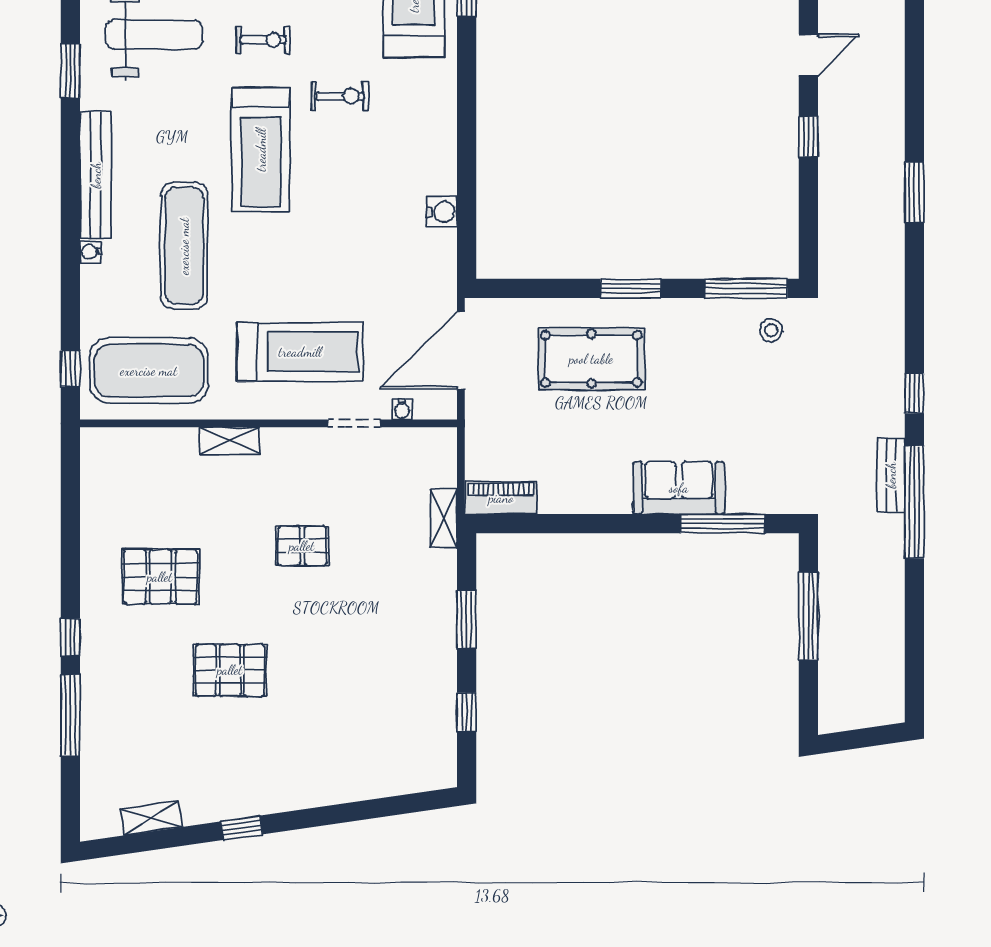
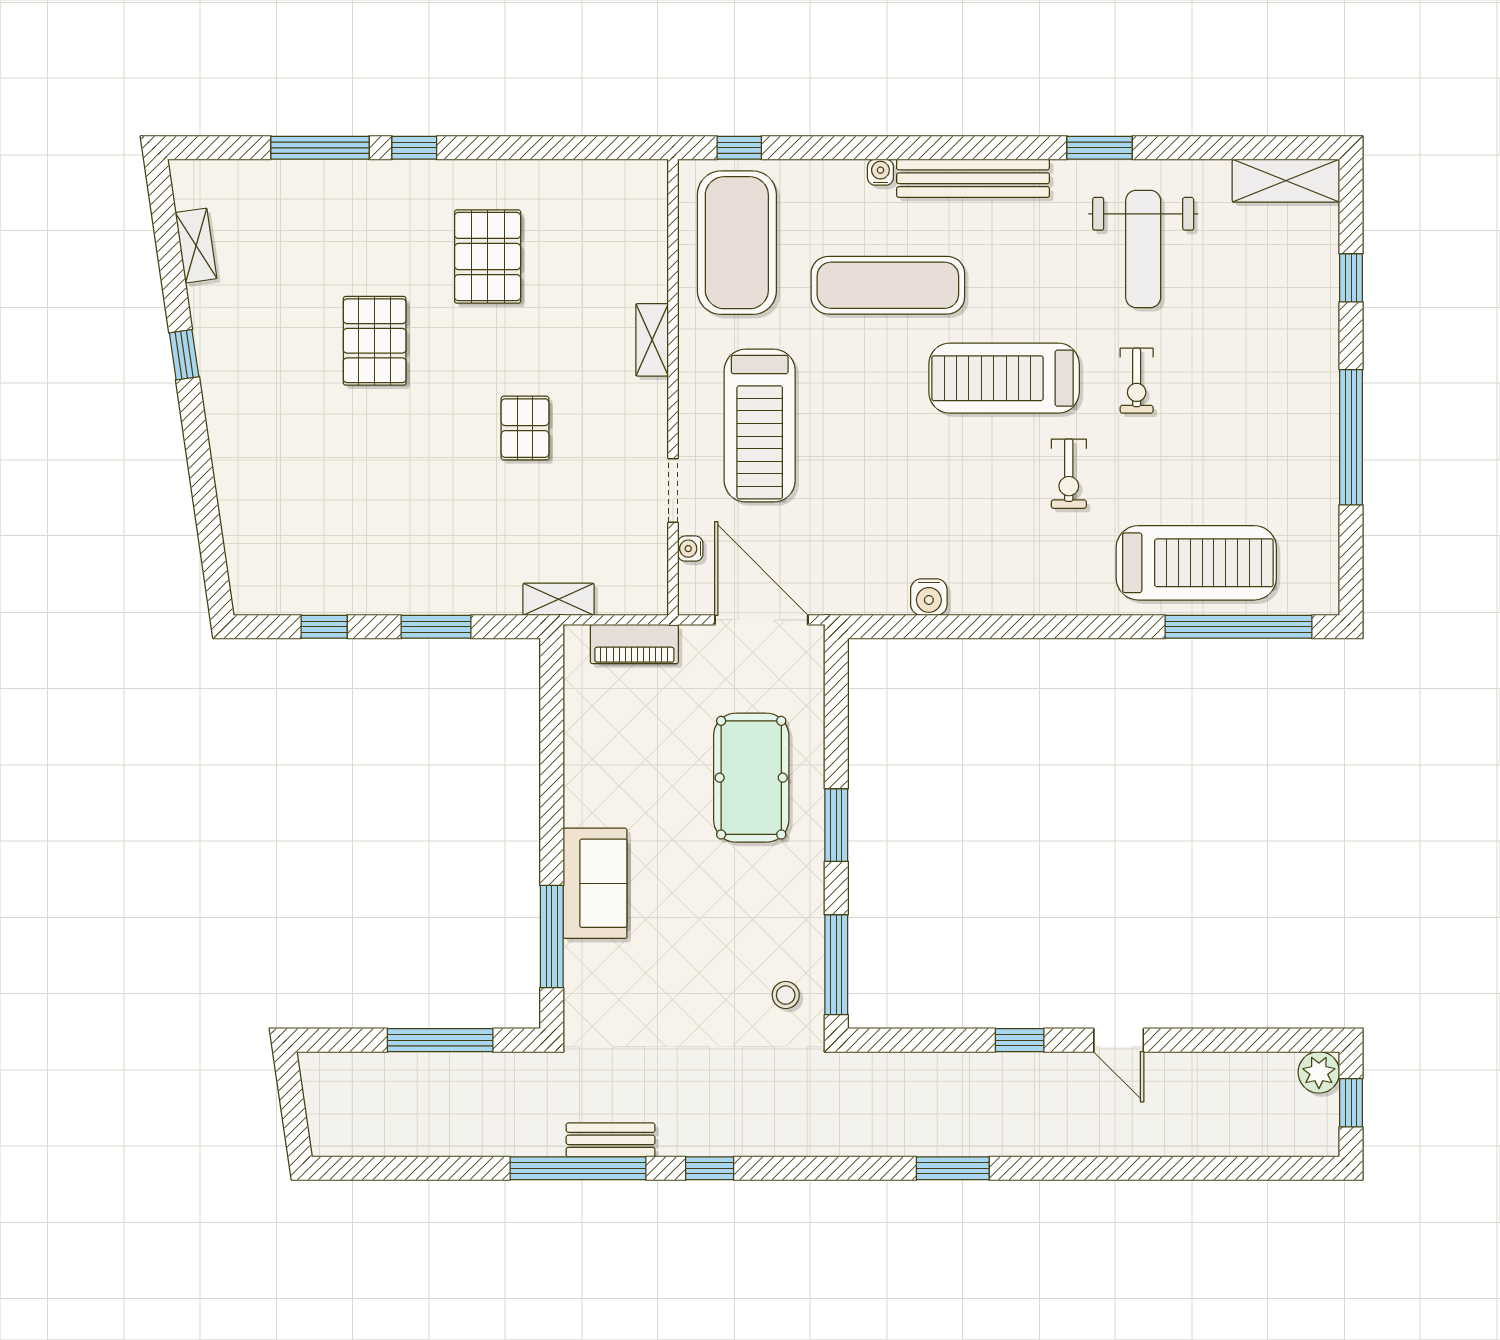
piano: (501, 498) -> (634, 644), moved, turned 90

